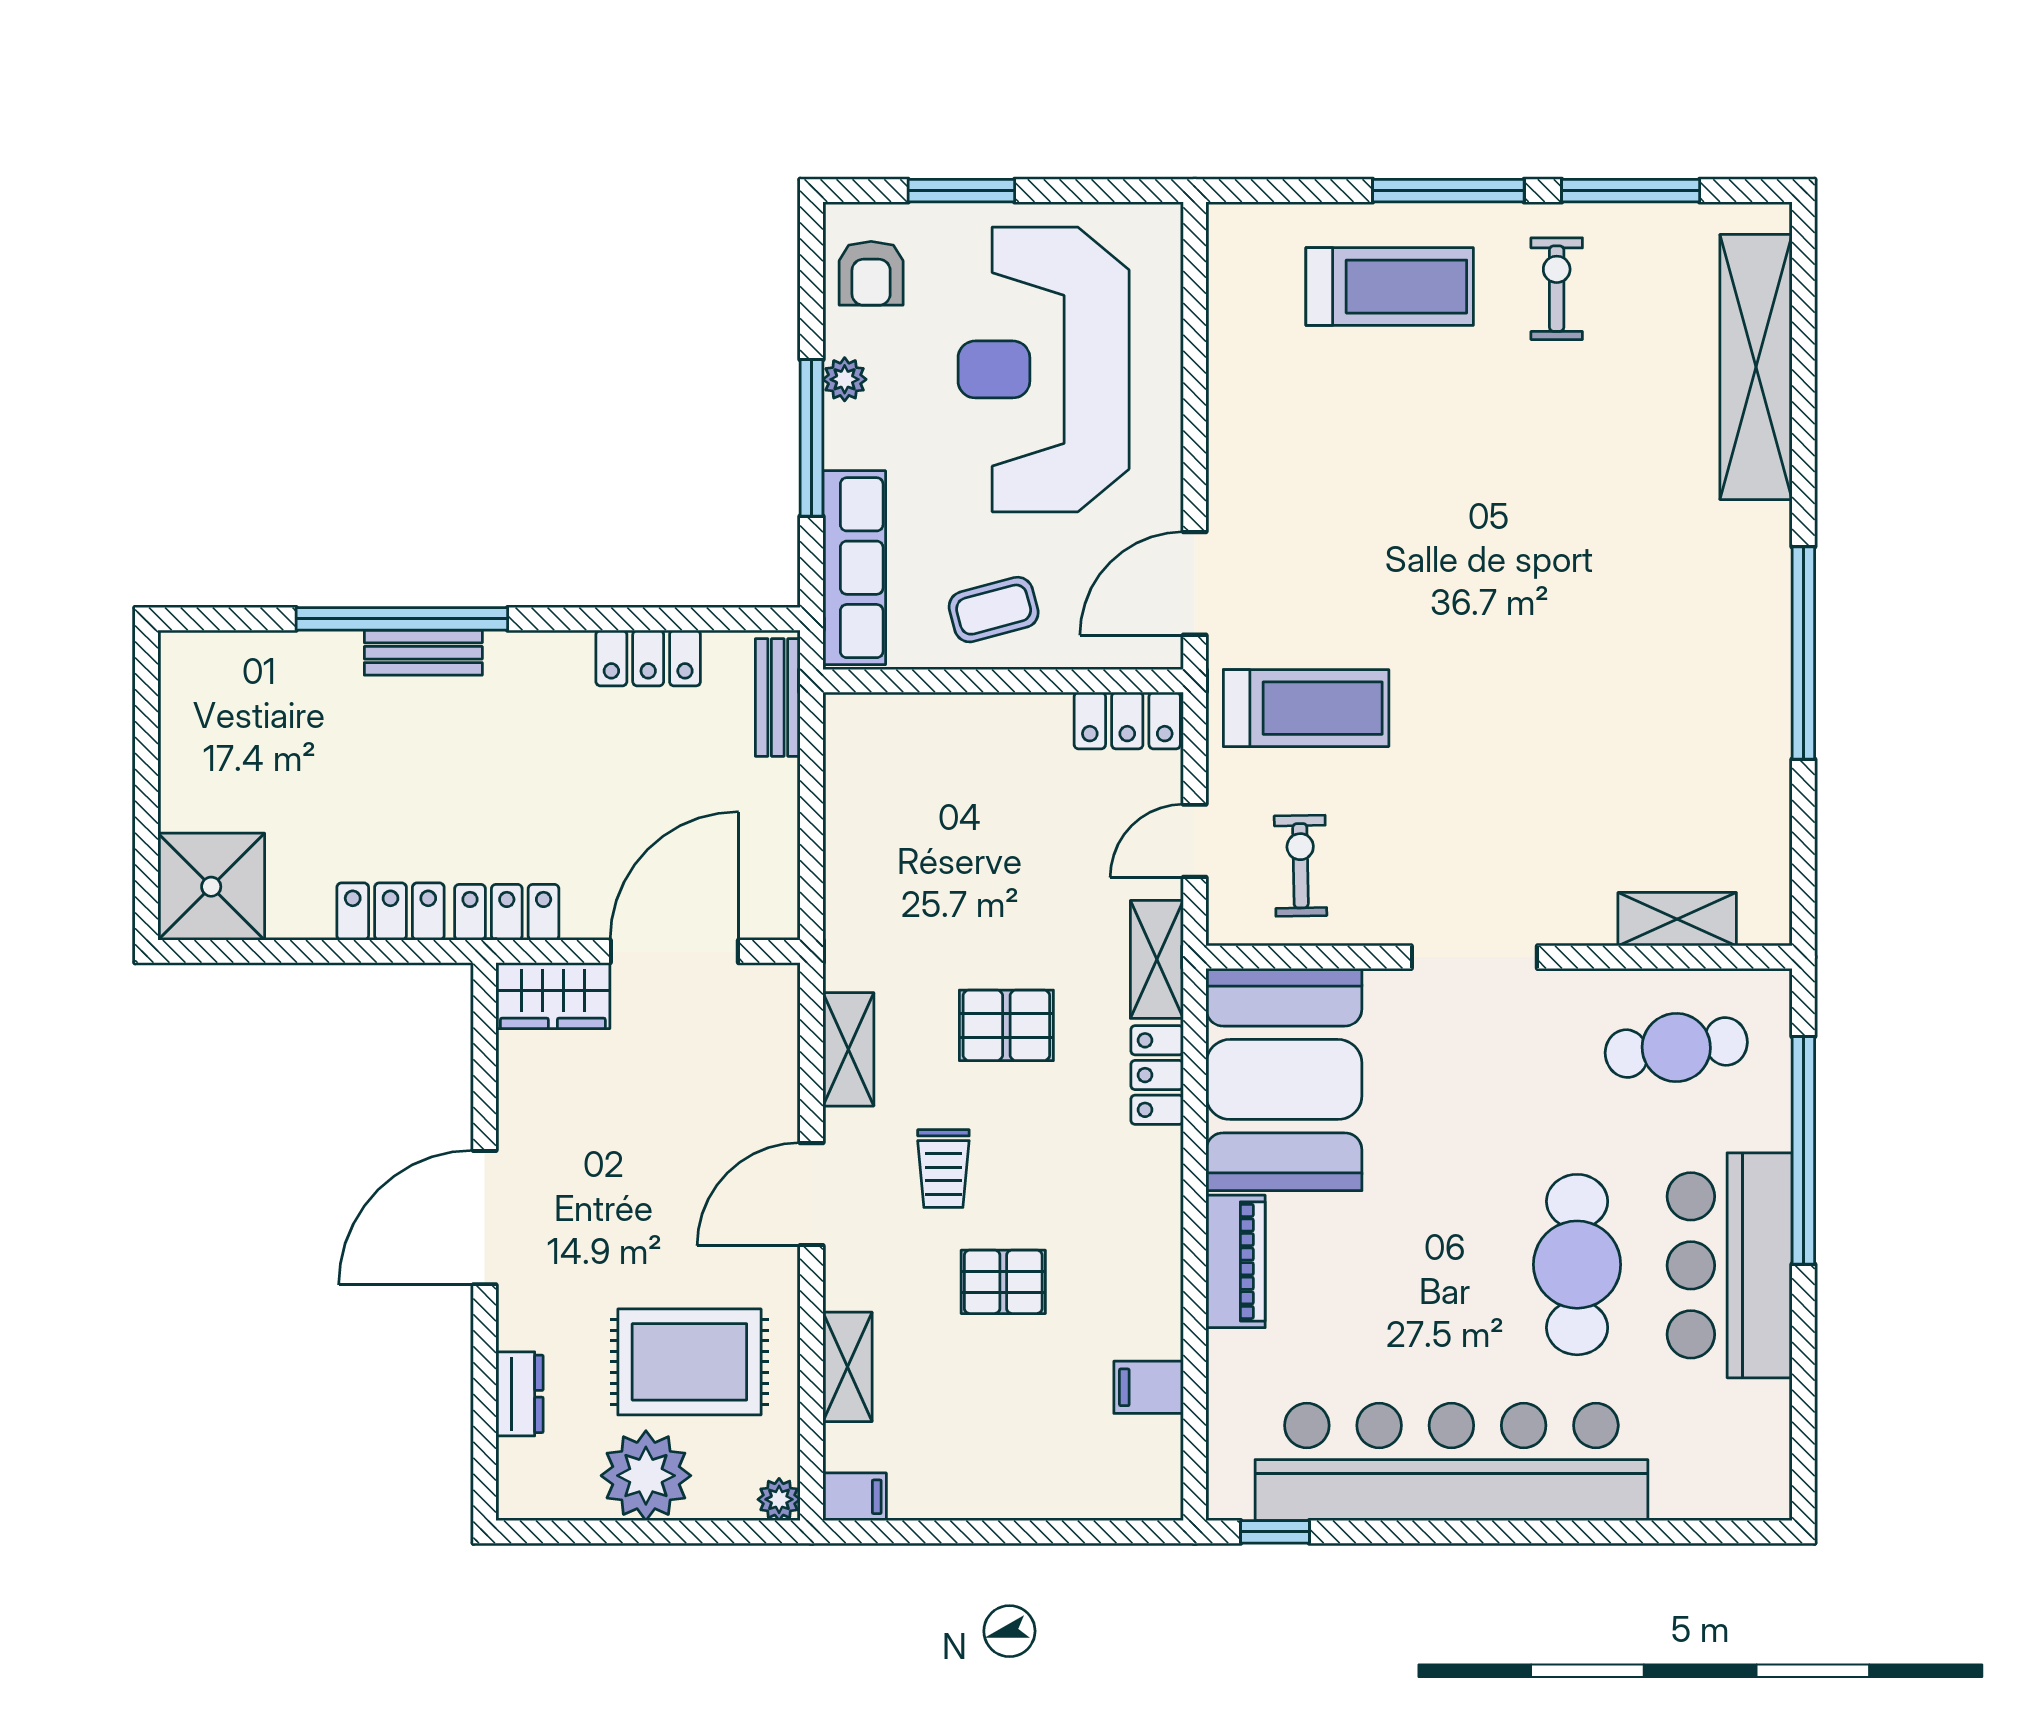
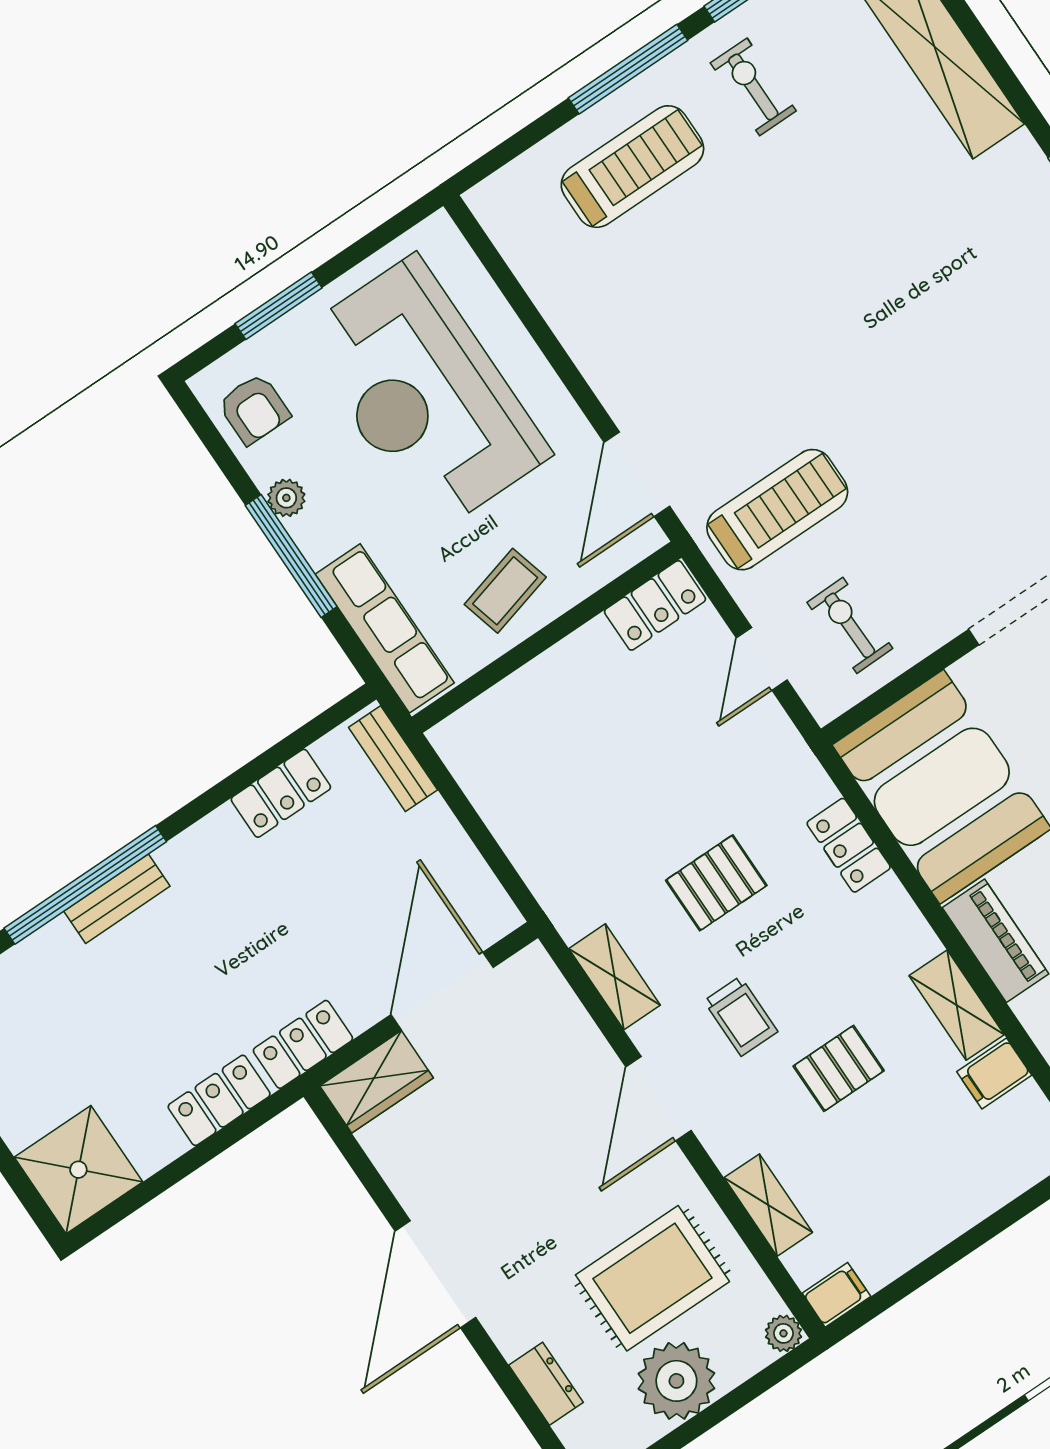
shelving: (1157, 959) -> (957, 1005), moved

